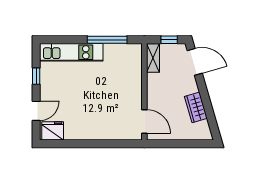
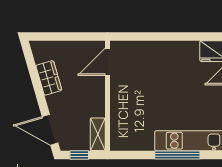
window: (107, 40) -> (177, 155), moved
door: (144, 121) -> (108, 62), hinge flipped

